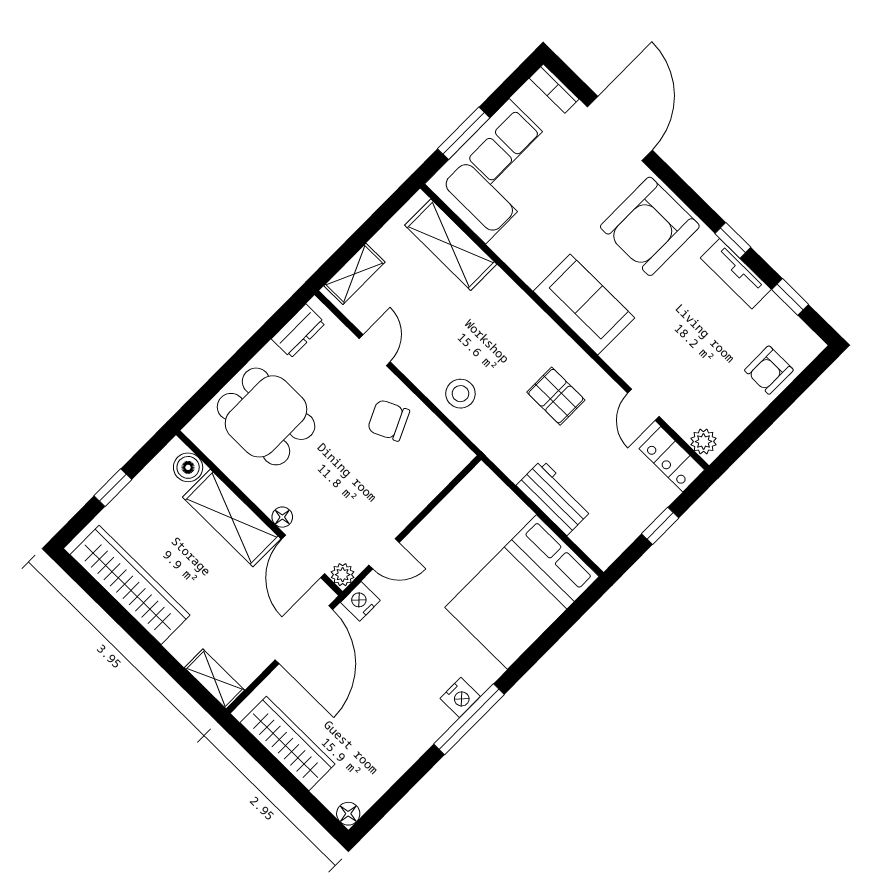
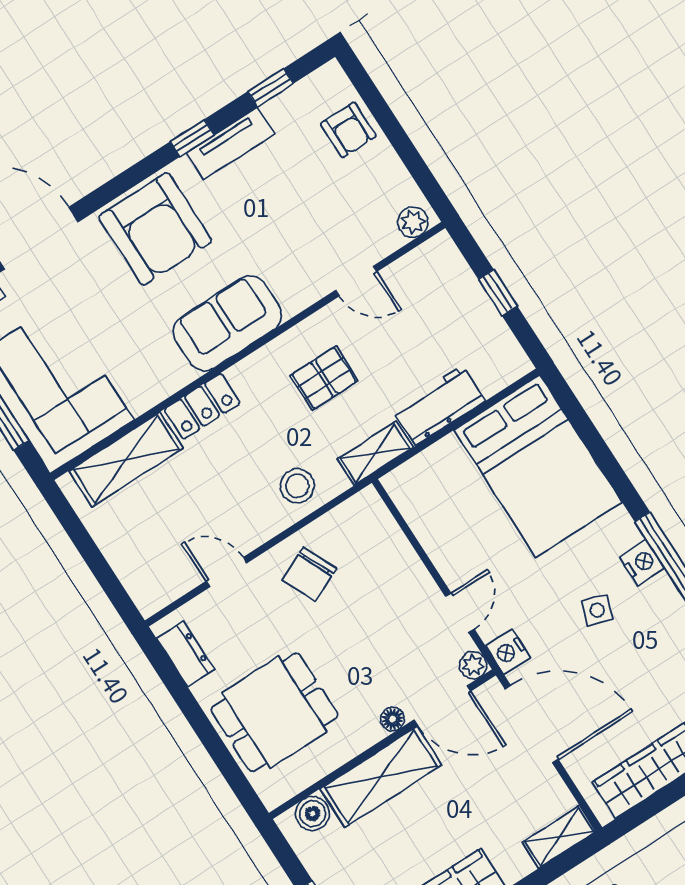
shelving: (354, 274) -> (375, 453), moved, turned 90
locker: (672, 459) -> (202, 406), moved
side table: (412, 669) -> (597, 610), added

